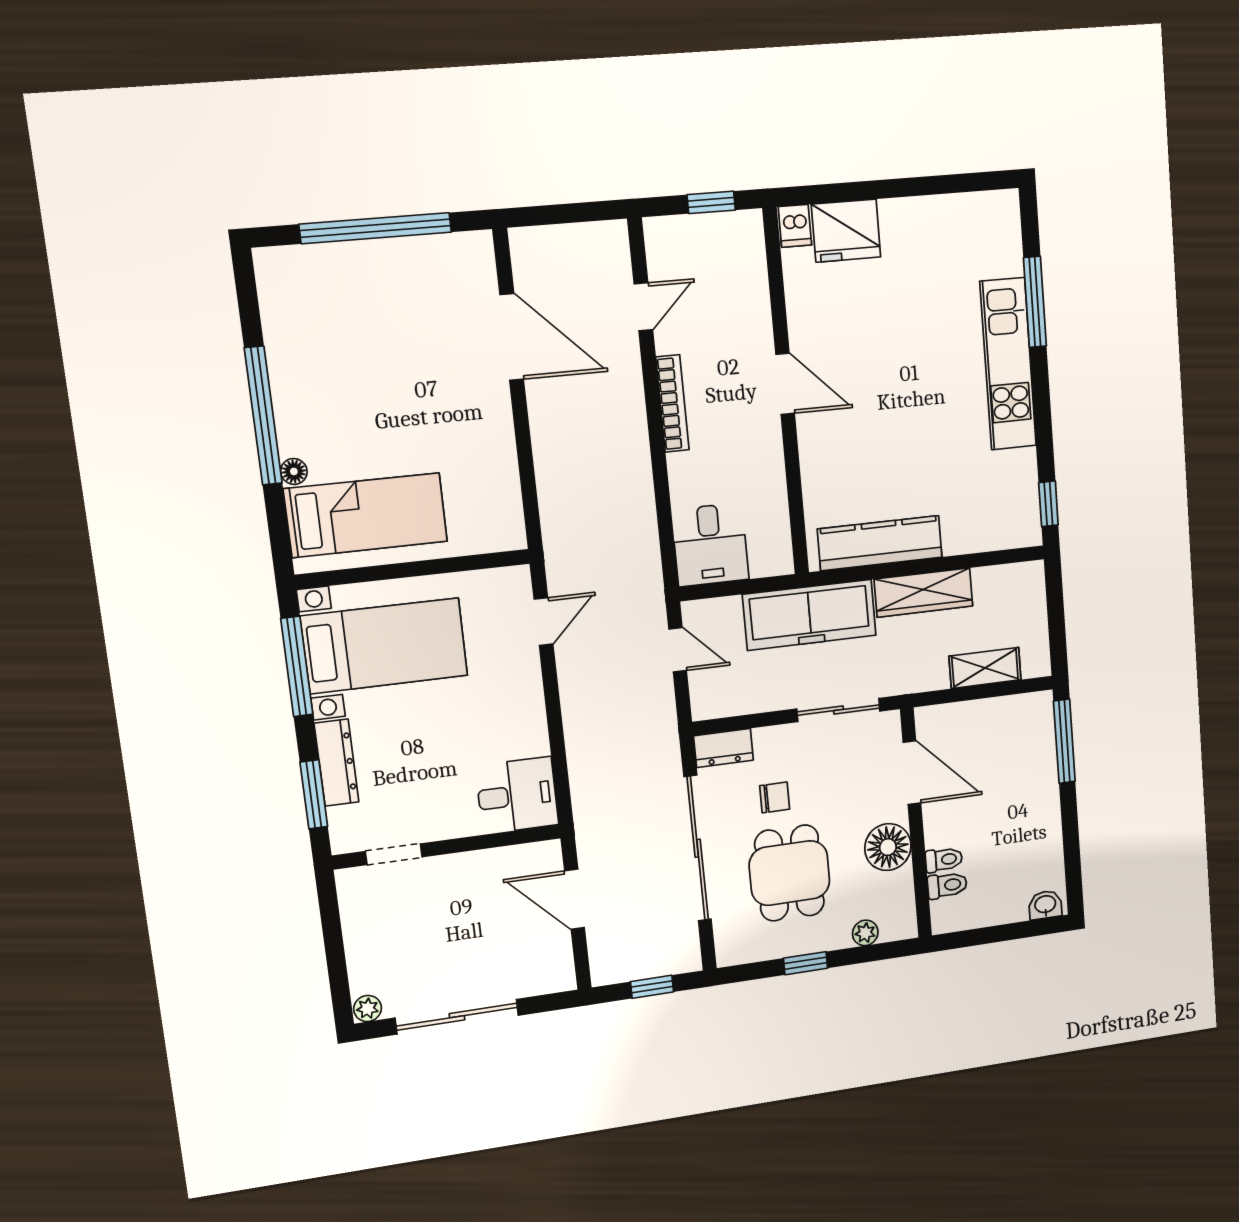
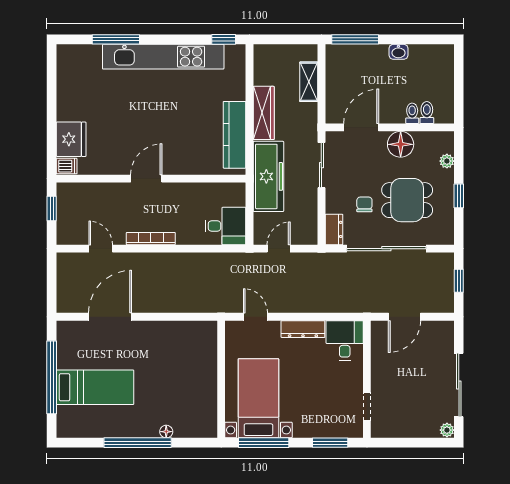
kitchen unit: (1008, 364) -> (163, 57), width x1.36
bed: (366, 515) -> (95, 387), moved, turned 90
dresser: (336, 763) -> (303, 329), moved, turned 180
washbasin: (1045, 905) -> (398, 52), moved, turned -90

